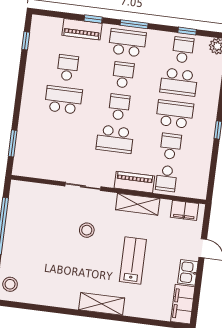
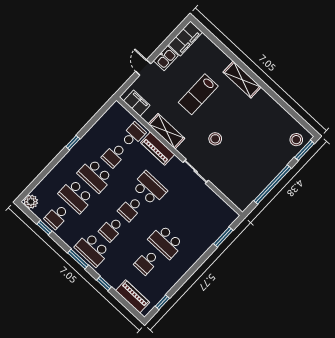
piano: (82, 29) -> (133, 296), moved
school desk: (179, 82) -> (76, 196), turned 180

